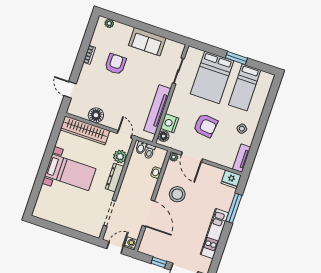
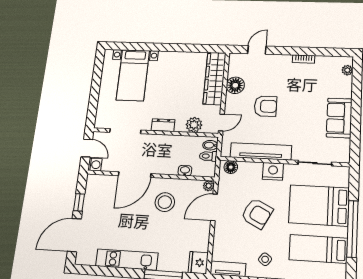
window: (236, 58) -> (352, 229), width x2.11
armchair: (116, 64) -> (265, 106), moved
nightstand: (170, 123) -> (273, 171), moved
armchair: (206, 126) -> (257, 213), turned -69
bed with nightstands: (70, 172) -> (133, 75), moved
dresser: (115, 178) -> (163, 125), width x0.70

